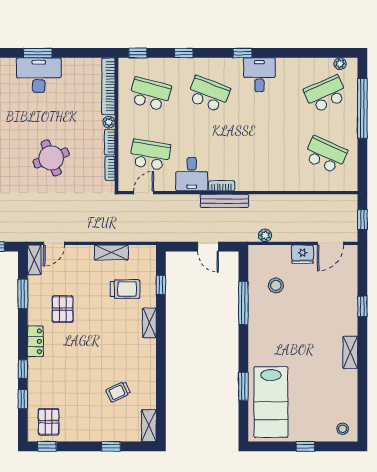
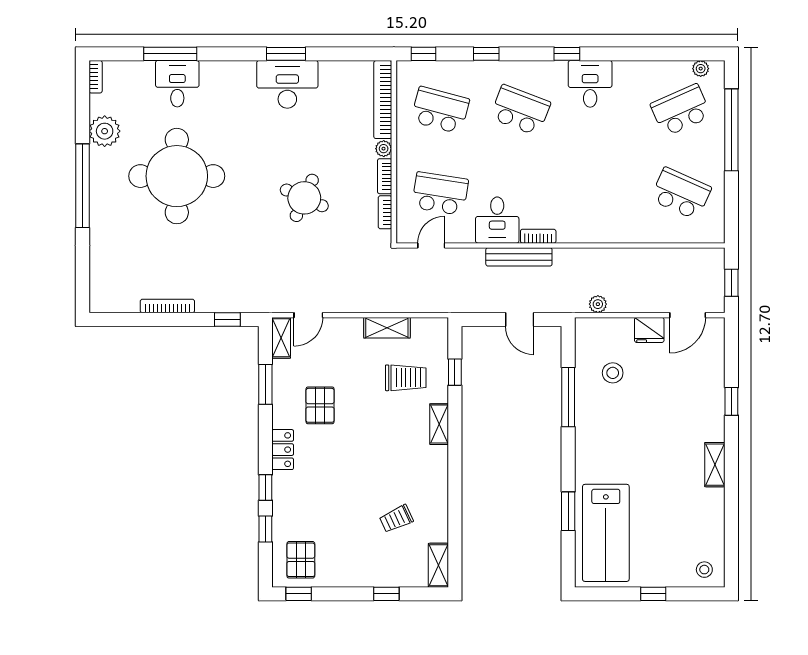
round table: (51, 158) -> (304, 198), turned 45
bench: (224, 201) -> (519, 257), moved

